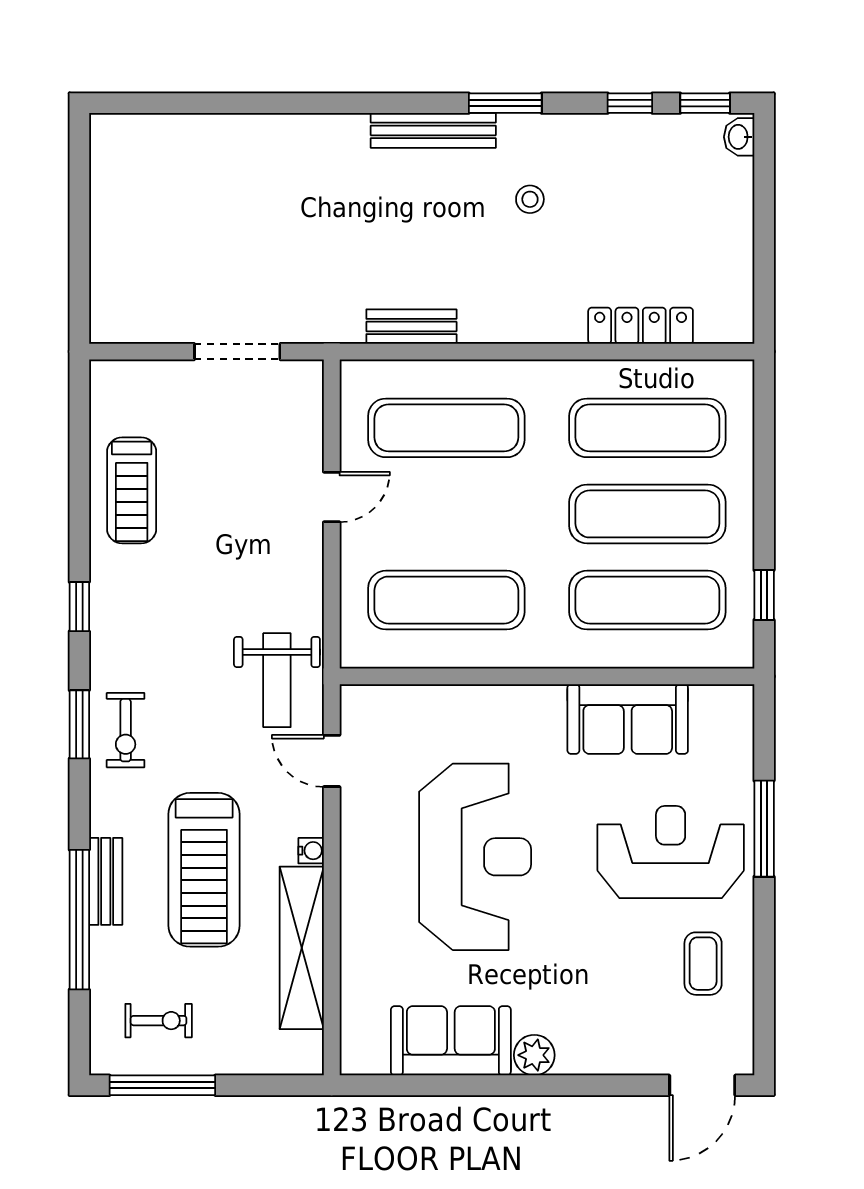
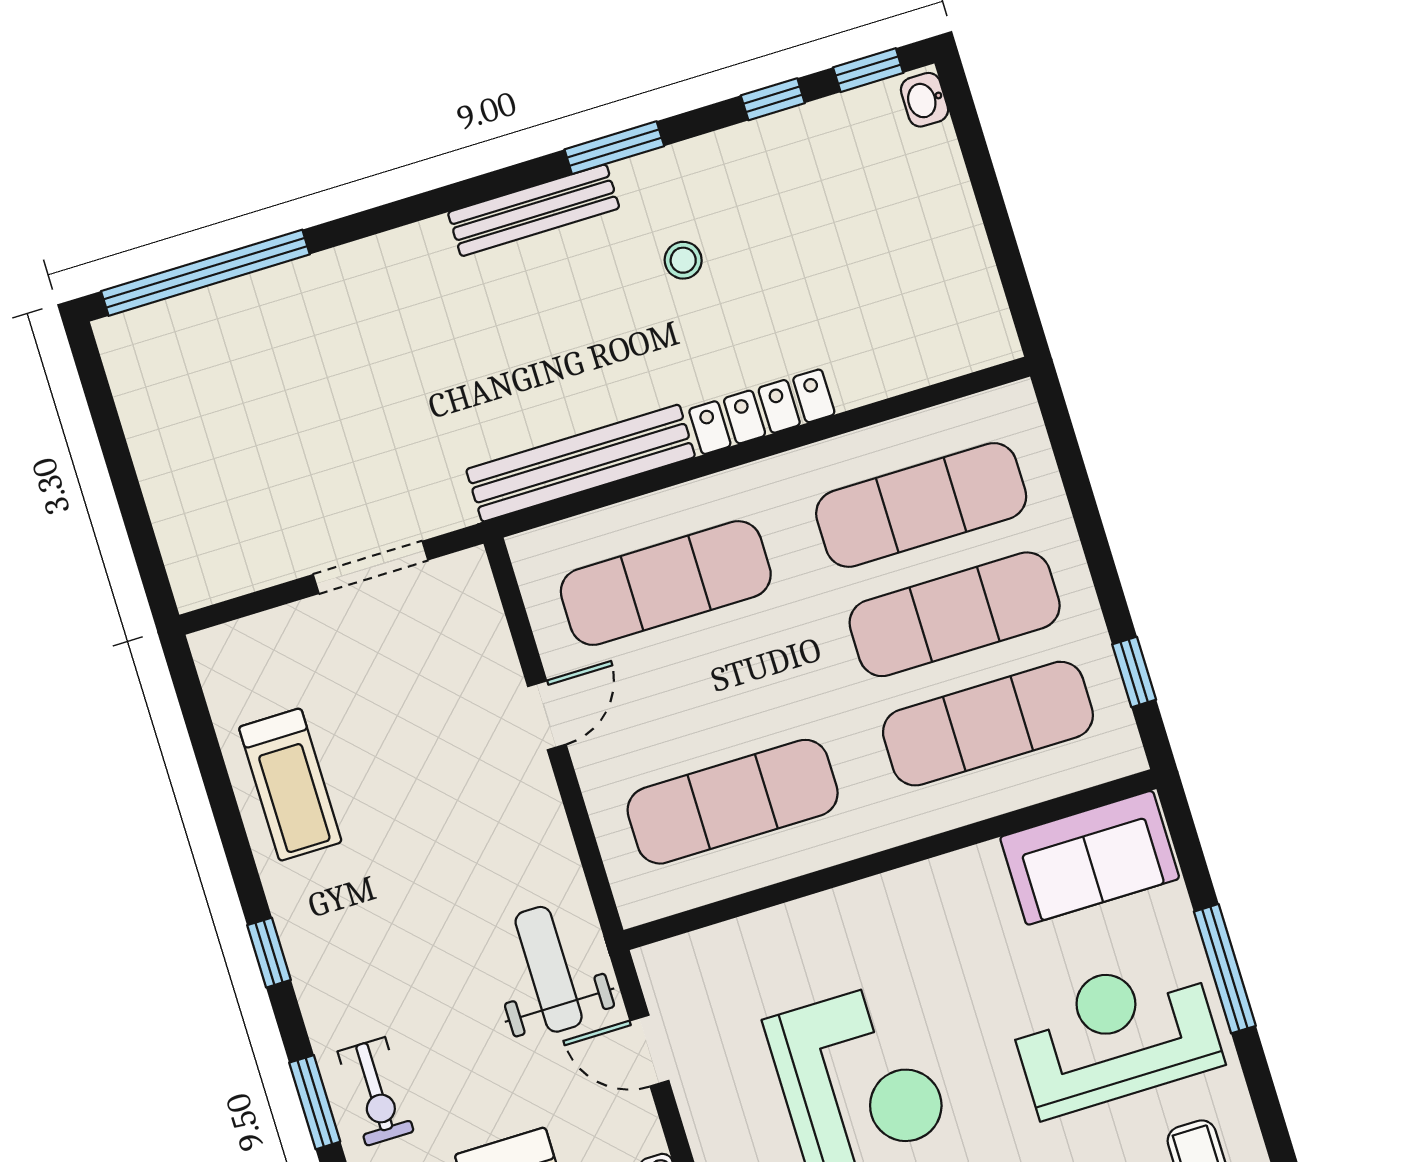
window: (183, 103) -> (205, 273), added
locker: (641, 326) -> (762, 412), moved
bench: (411, 327) -> (581, 463), width x1.86, depth x1.21
weight bench: (277, 680) -> (549, 969), turned 180
sofa: (628, 719) -> (1090, 858), moved

